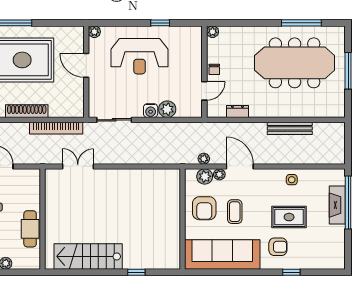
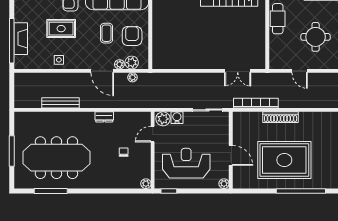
plant: (213, 32) -> (146, 184), moved
wall: (204, 72) -> (153, 150), moved
door: (204, 91) -> (153, 134), moved

